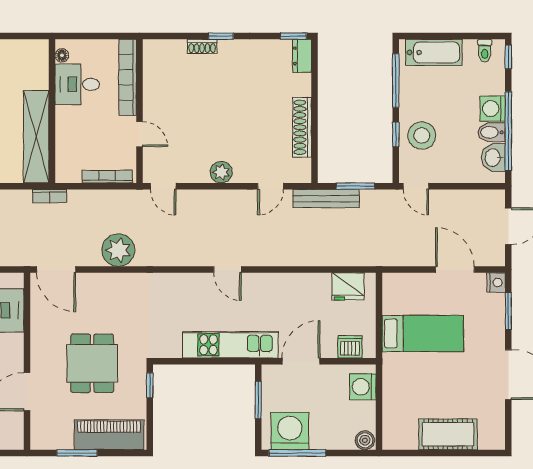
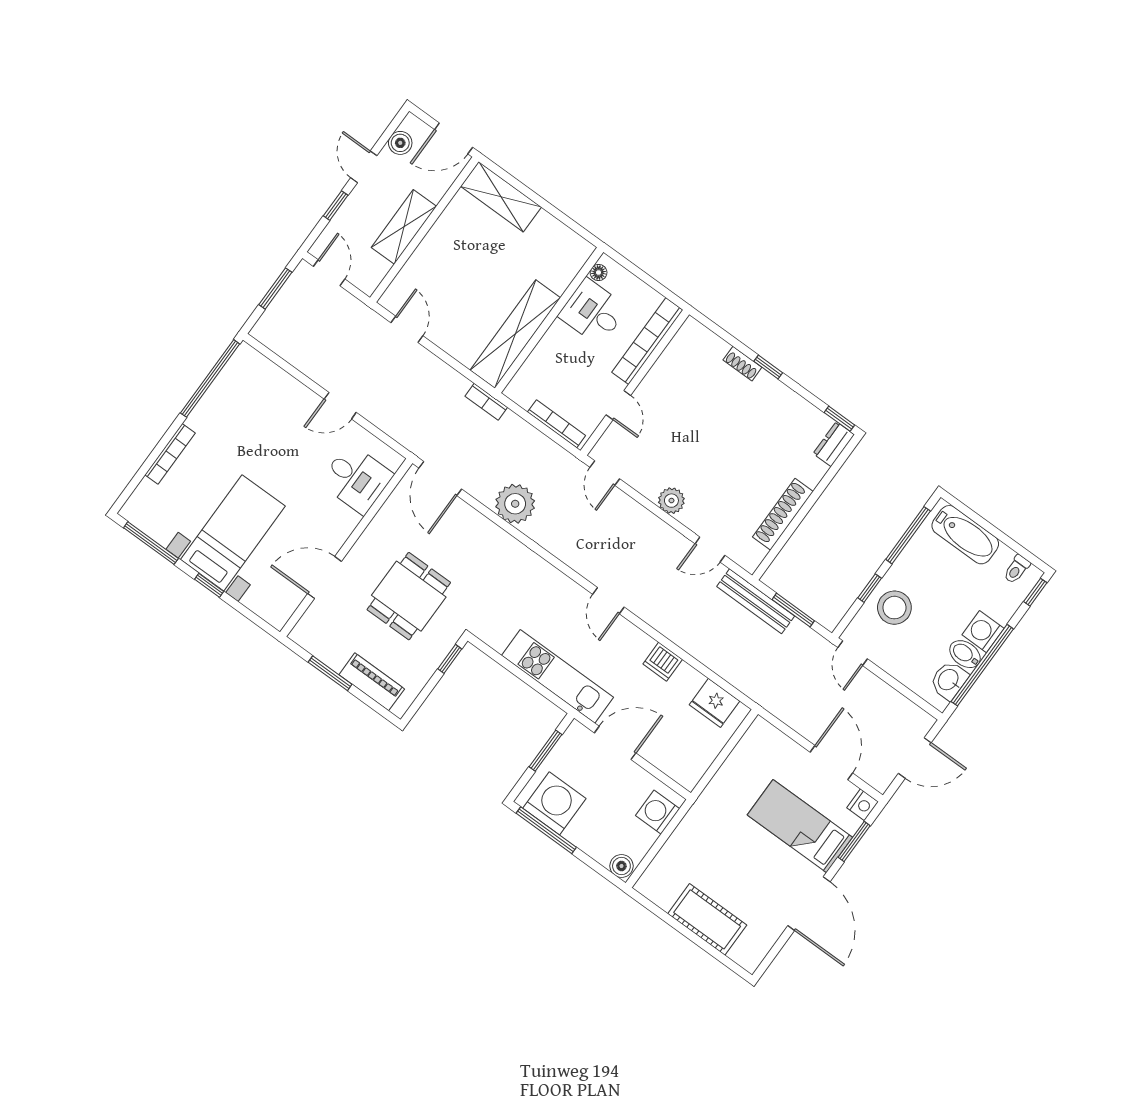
bed: (423, 333) -> (800, 826), moved, turned 180
dishwasher: (350, 347) -> (663, 662), moved, turned 180
piano: (109, 435) -> (372, 682), width x0.73, depth x0.75

